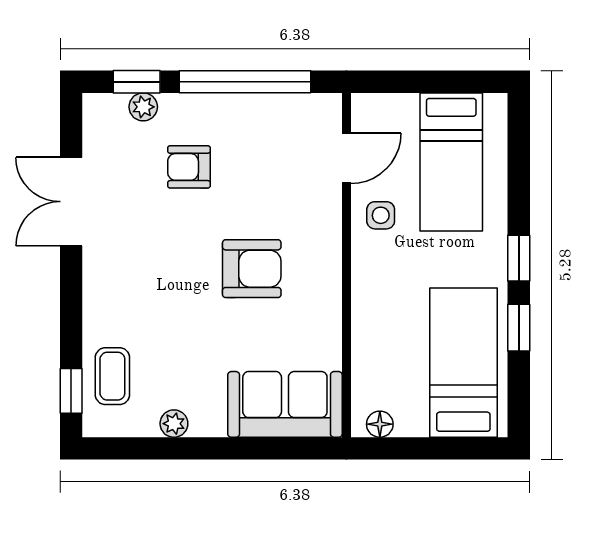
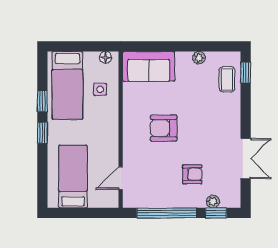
side table: (381, 215) -> (100, 89), moved

